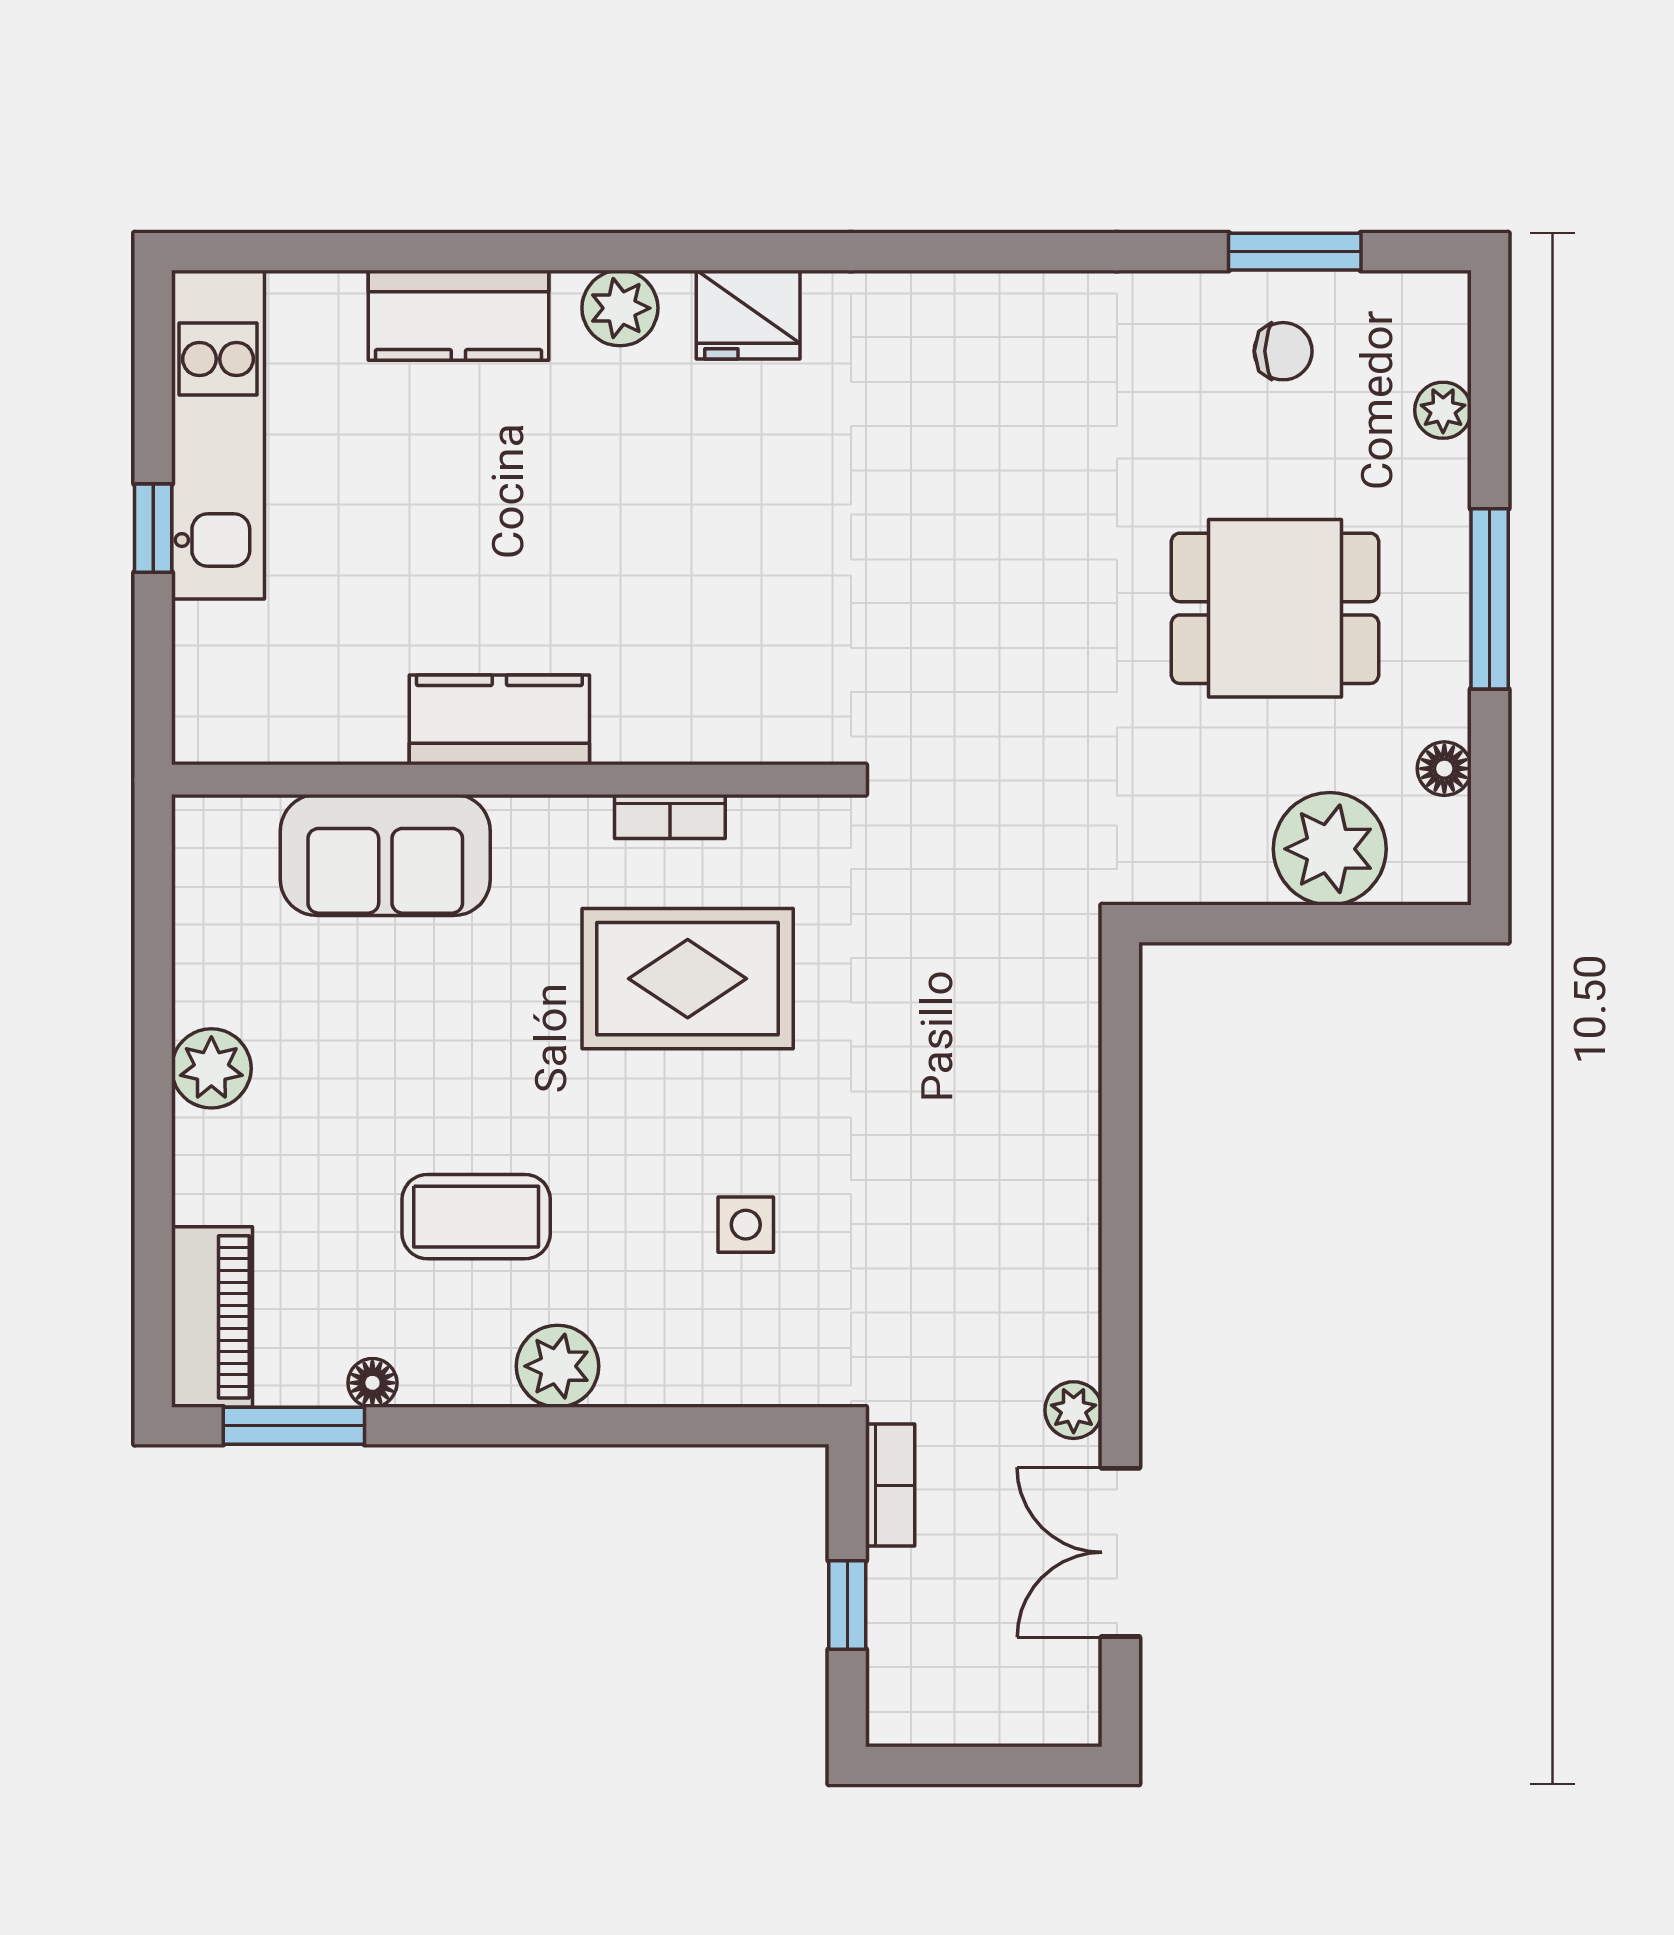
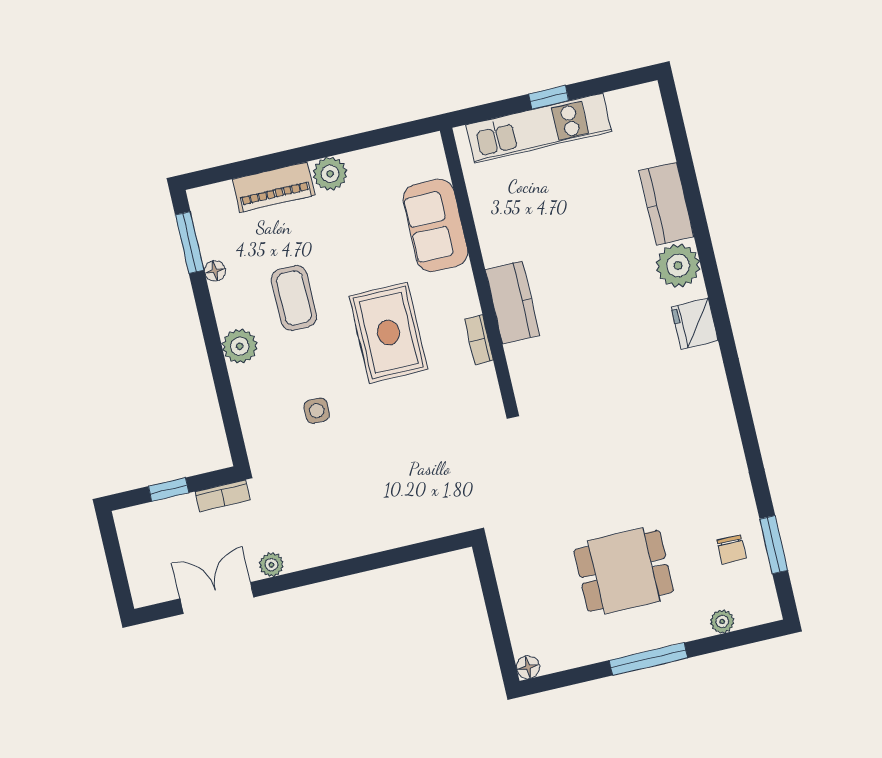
plant: (620, 308) -> (678, 265), width x1.36, depth x1.36
kitchen unit: (218, 435) -> (539, 128), moved
dining table: (1275, 608) -> (624, 571), turned 90
kitchen counter: (499, 720) -> (512, 302), moved
floor lamp: (1444, 769) -> (528, 667), moved
plant: (1330, 849) -> (529, 617), removed
rug: (688, 979) -> (388, 333), moved
piano: (212, 1317) -> (274, 187), moved

